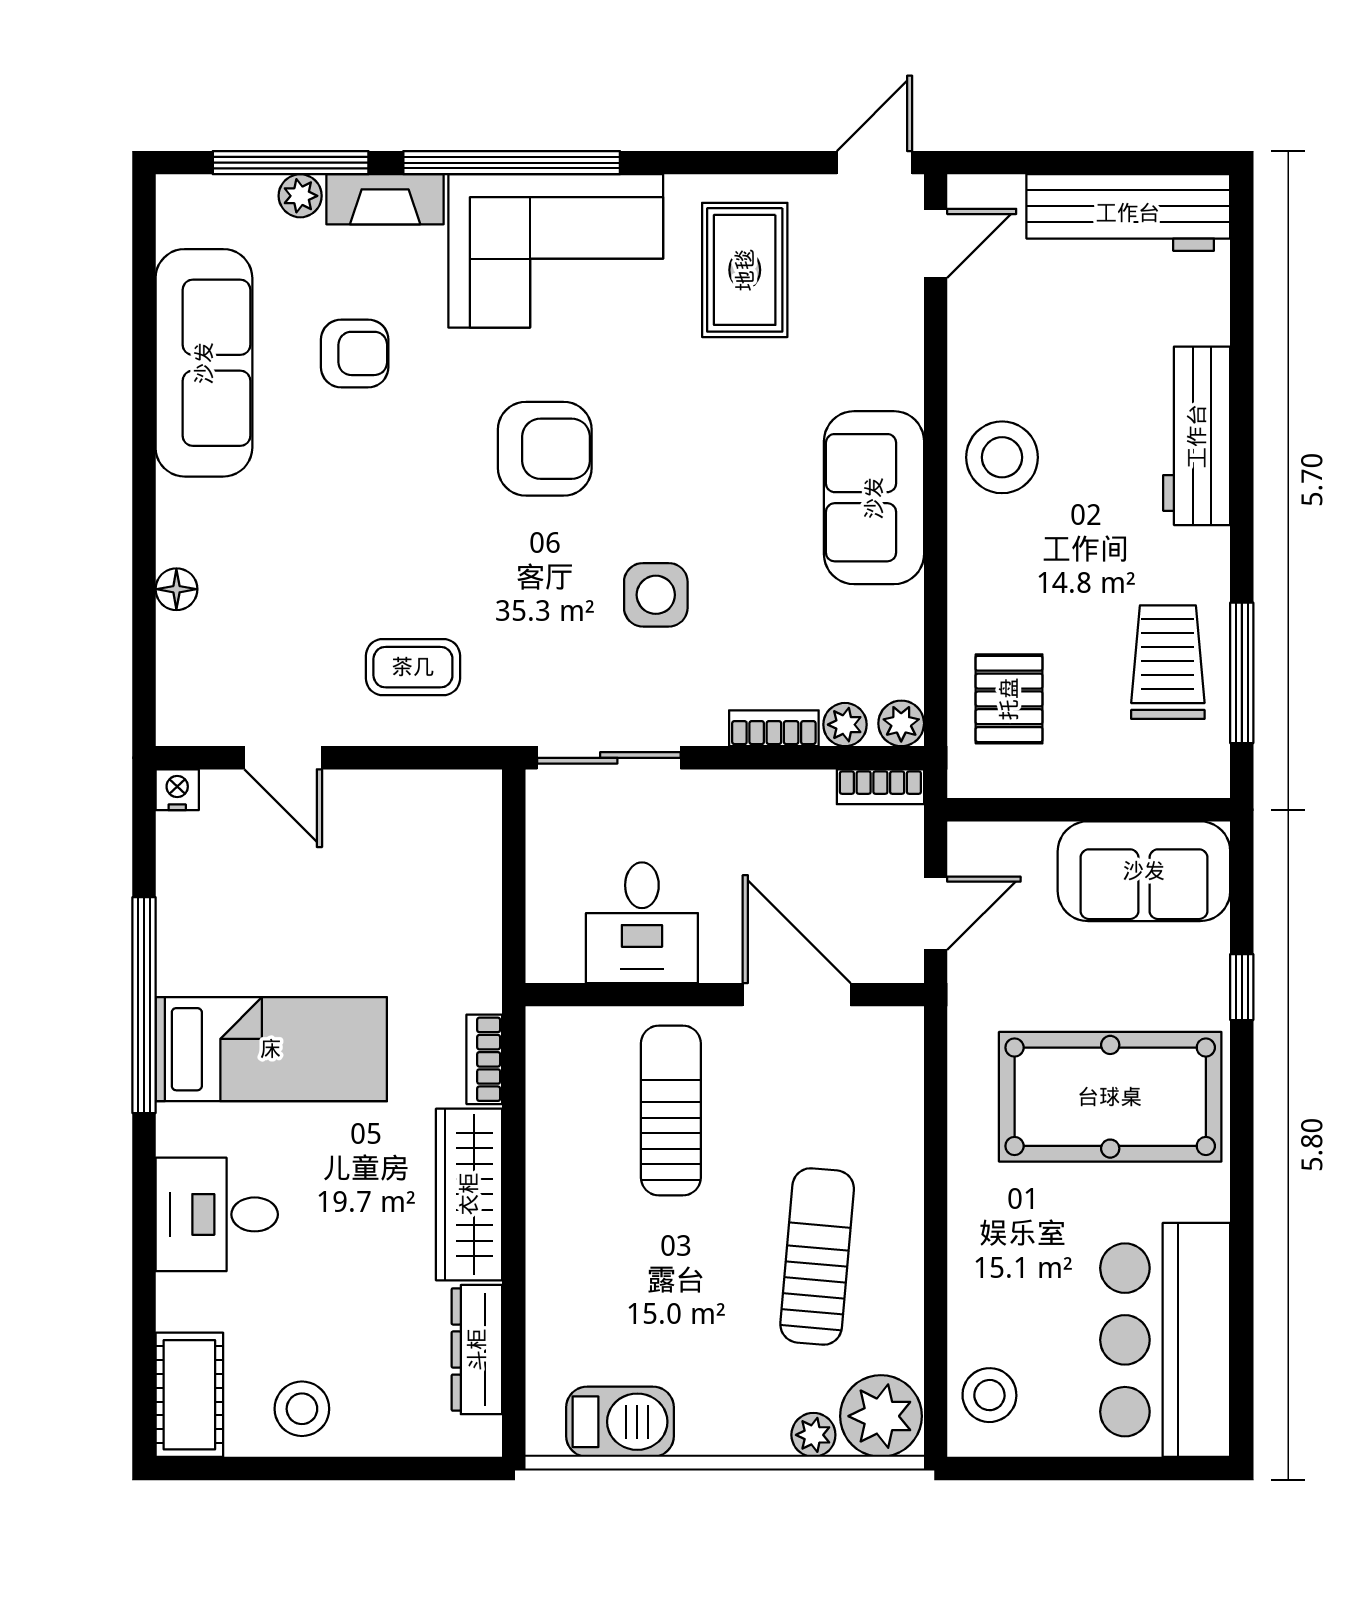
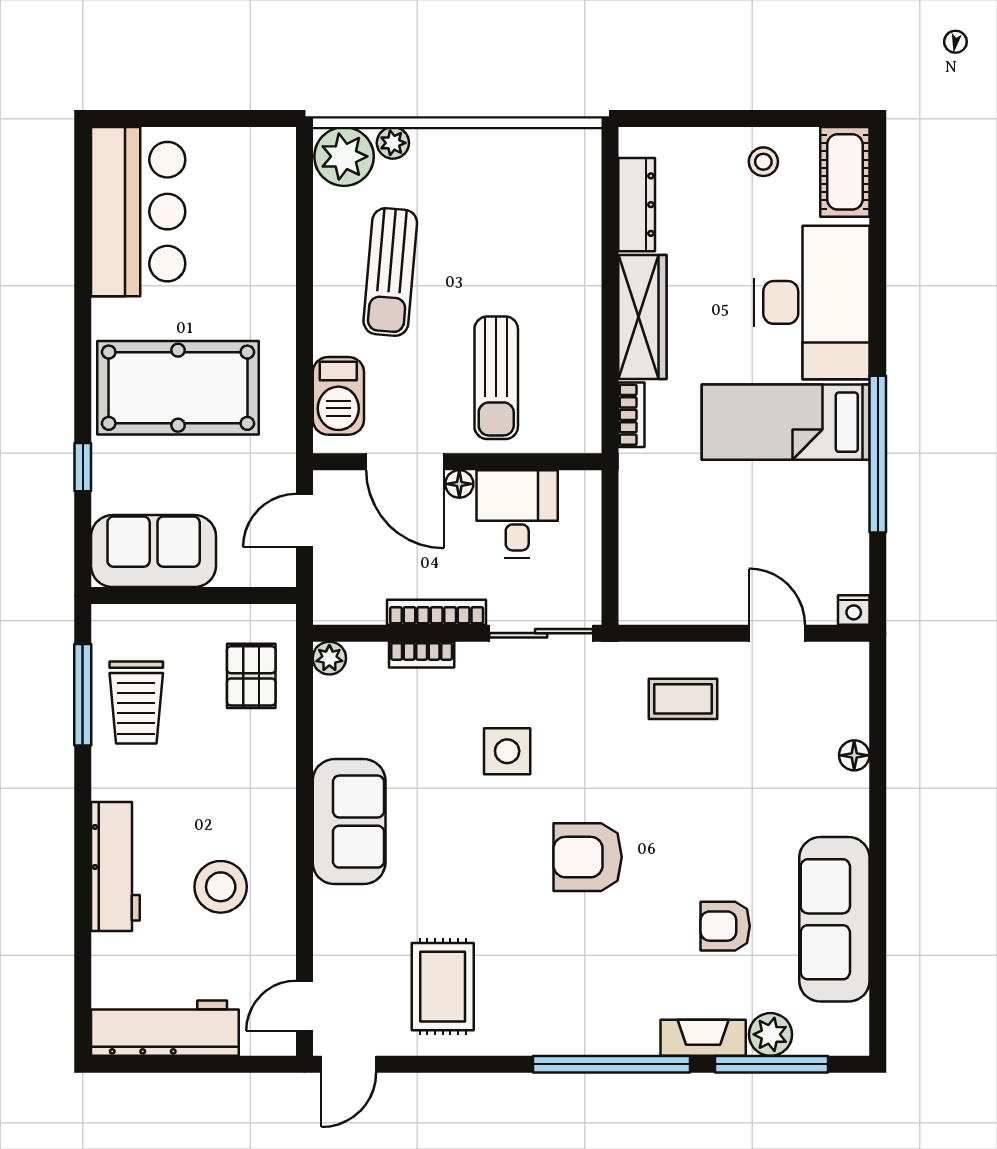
plant: (300, 196) -> (770, 1034), width x1.38, depth x1.38
corner sofa: (556, 251) -> (580, 1000), removed
stool: (1002, 457) -> (221, 887), moved
plant: (845, 725) -> (370, 657), removed
bookcase: (880, 787) -> (437, 612), moved, width x1.56
floor lamp: (722, 964) -> (459, 484), added
desk: (217, 1214) -> (812, 302), width x1.87, depth x1.30
stool: (989, 1395) -> (265, 172), removed
stool: (302, 1409) -> (763, 162), width x0.73, depth x0.73
barbecue: (620, 1422) -> (338, 396), moved, turned -90

